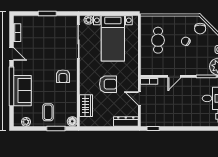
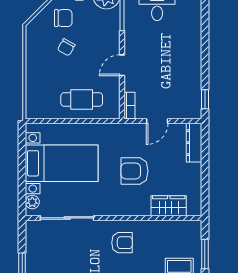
chair: (200, 29) -> (63, 18), moved
cafe table: (158, 40) -> (82, 99), moved
door: (174, 76) -> (122, 65), swing flipped
armchair: (108, 84) -> (134, 171), turned -90
floor lamp: (72, 121) -> (194, 228), removed

